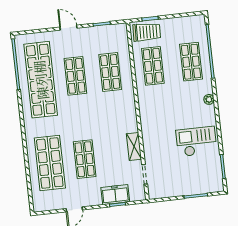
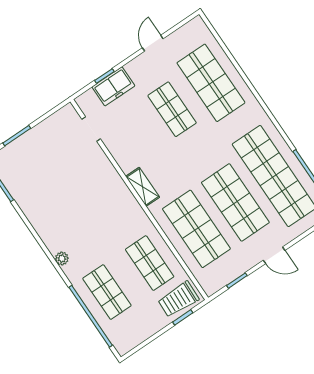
shop shelf: (110, 72) -> (196, 229), width x1.43, depth x1.36
shop shelf: (75, 76) -> (235, 202), width x1.43, depth x1.36
checkout: (196, 141) -> (50, 201), removed
shelving: (134, 147) -> (143, 187), moved

